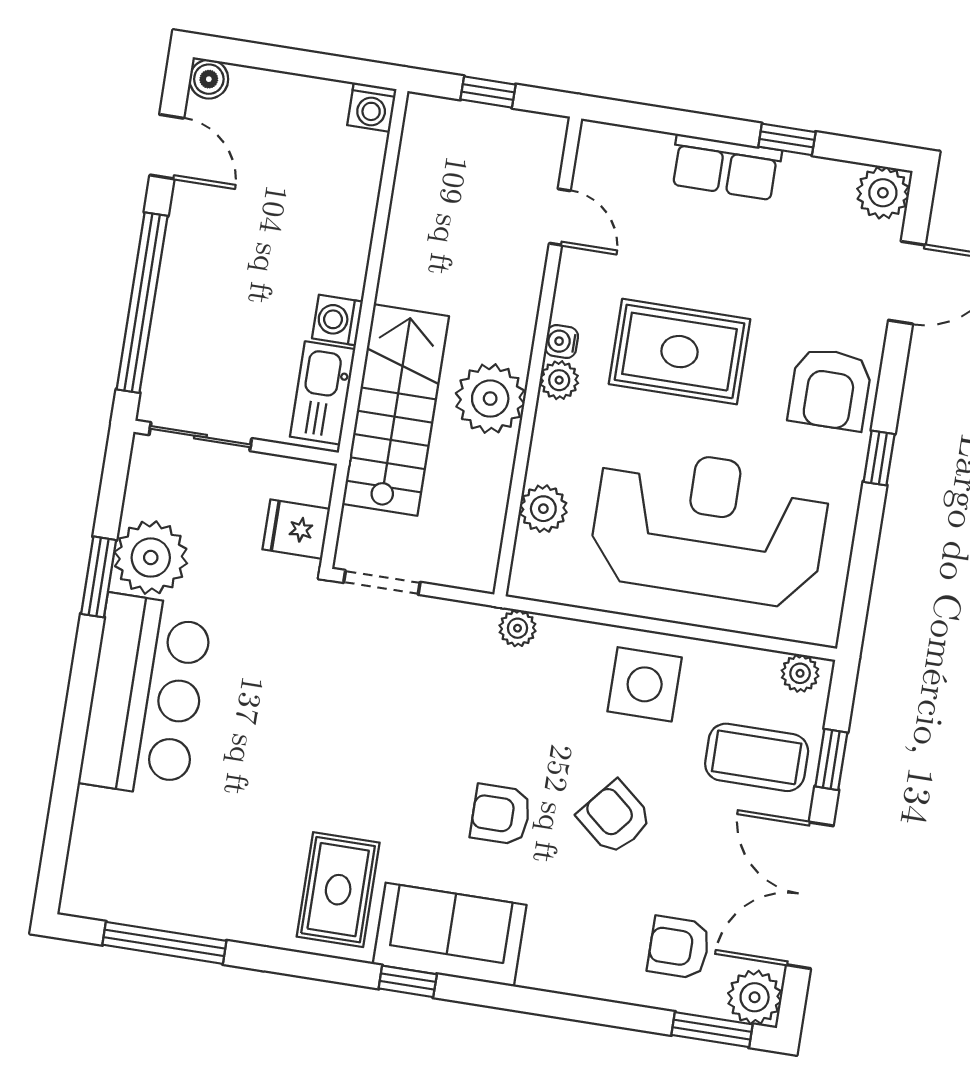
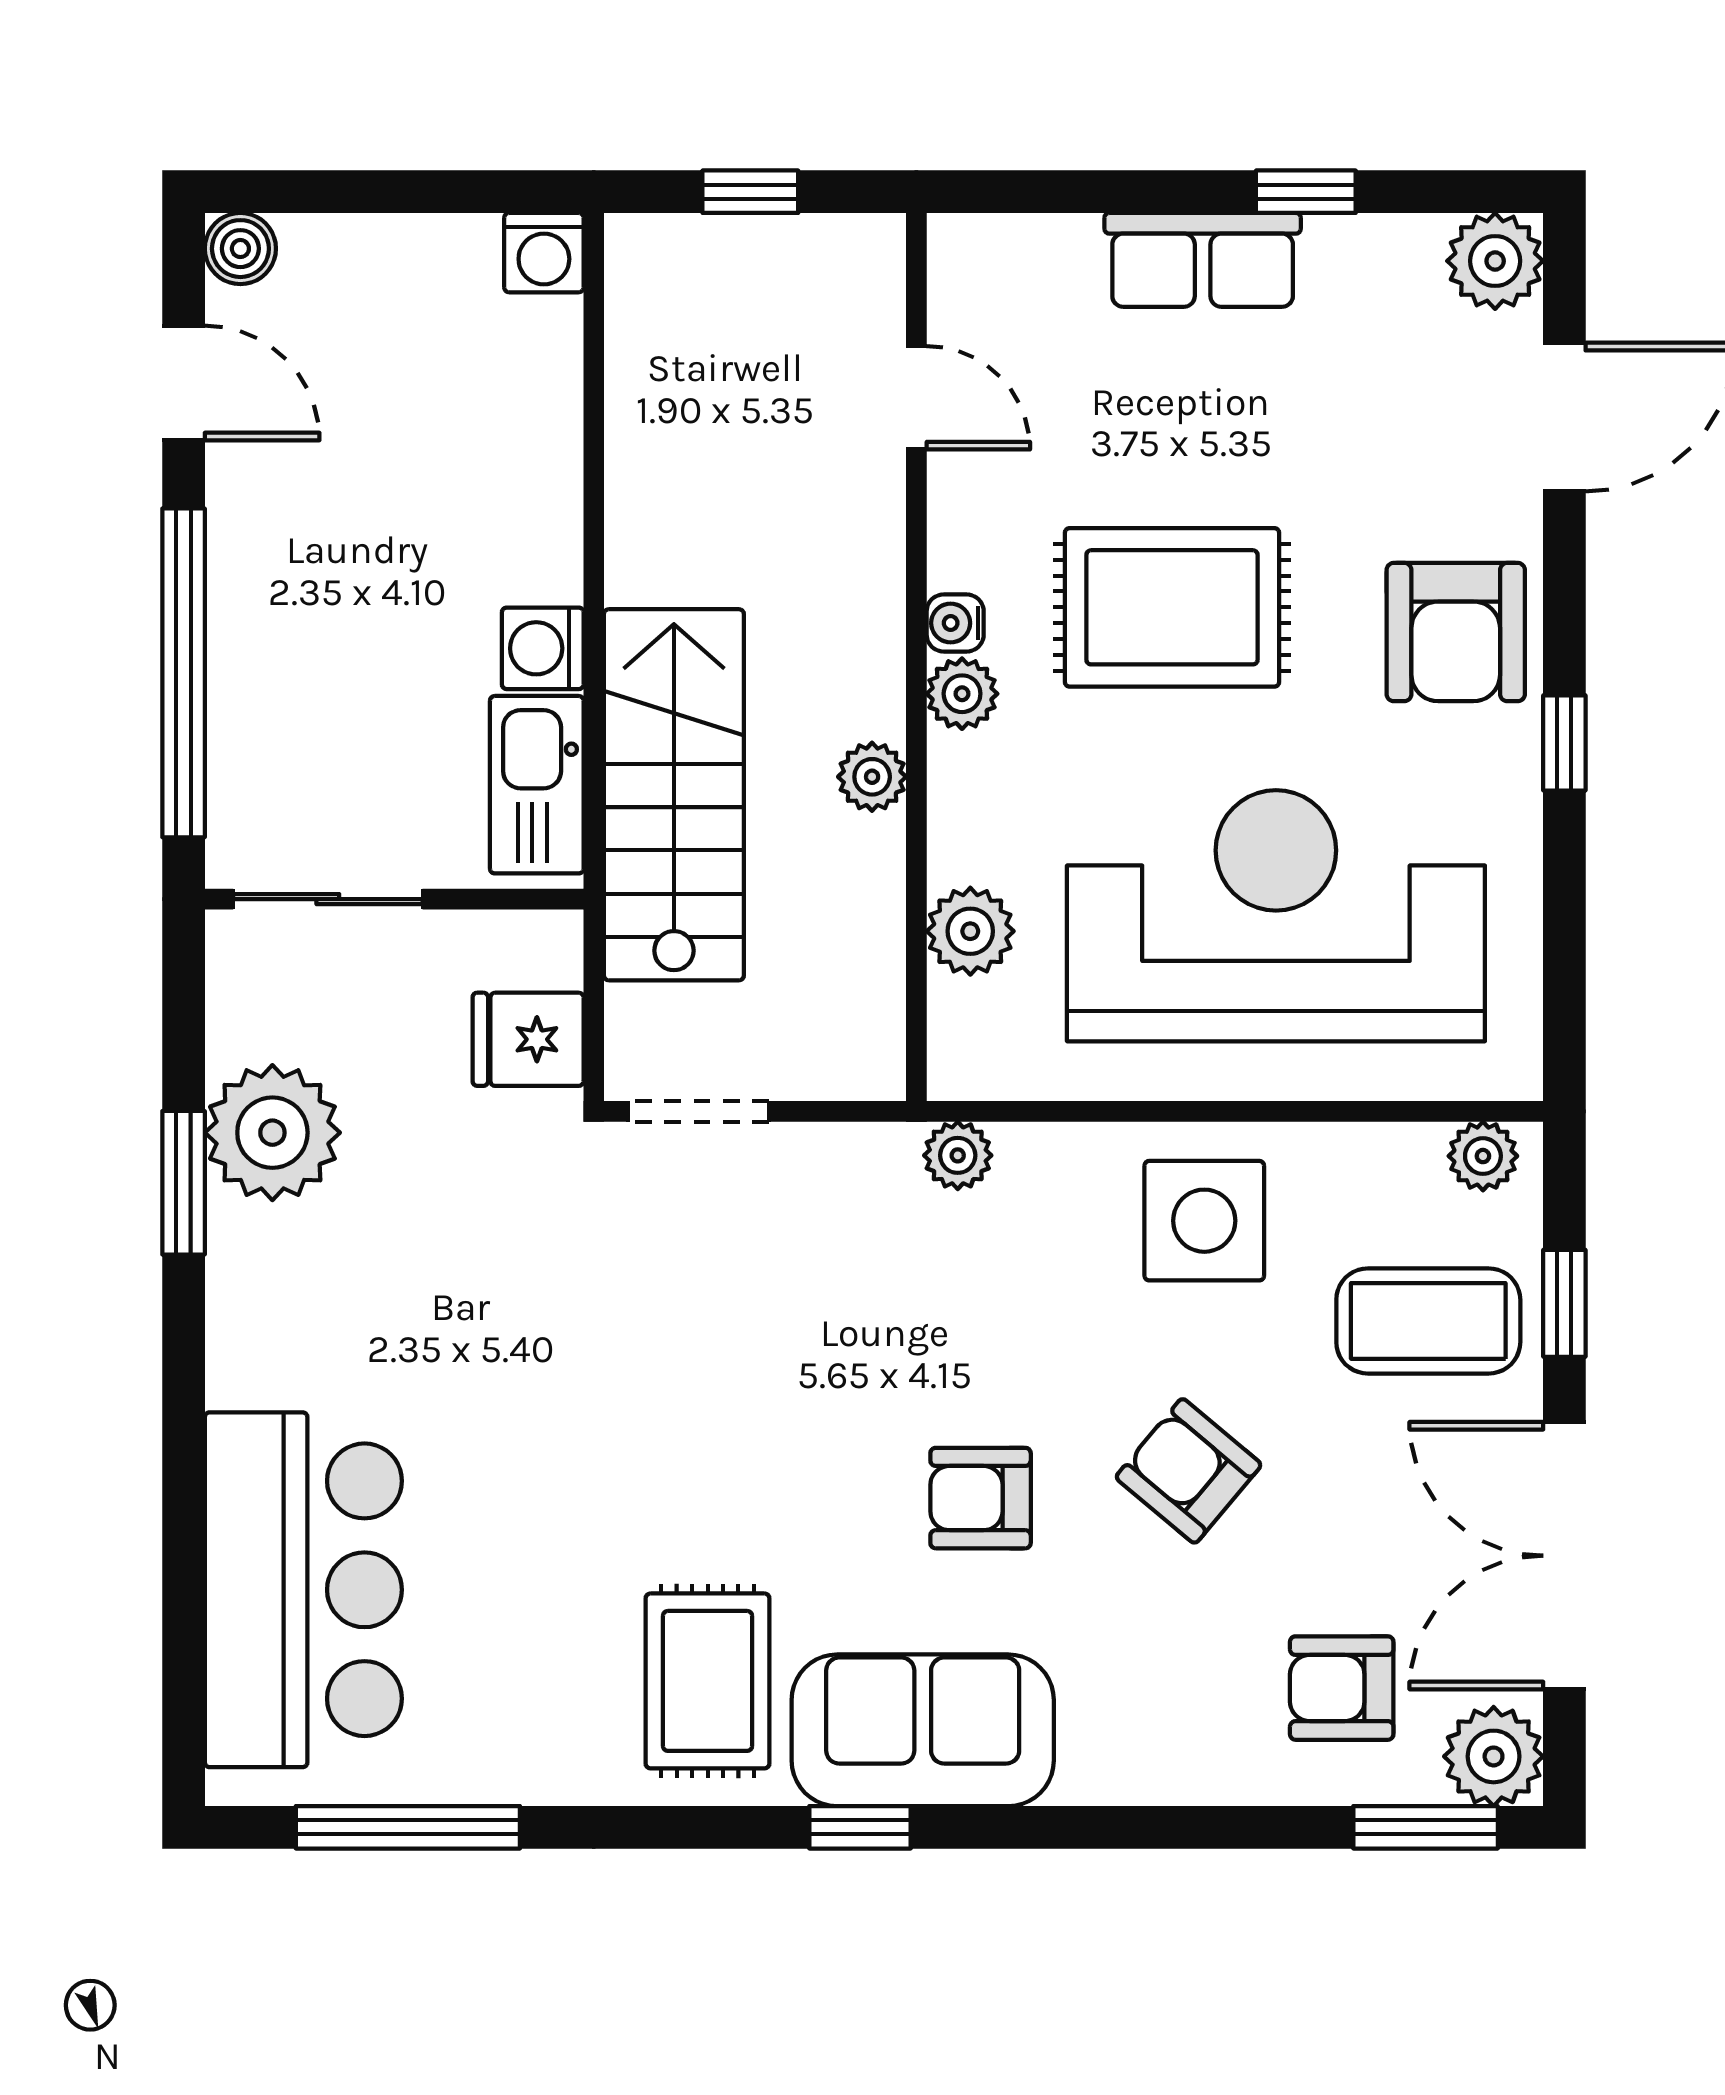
plant: (490, 399) -> (872, 777), width x0.53, depth x0.53
bar counter: (146, 696) -> (303, 1590), moved

